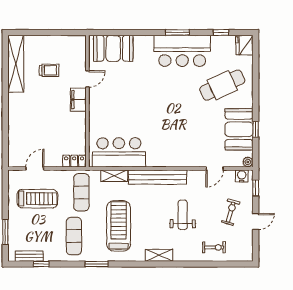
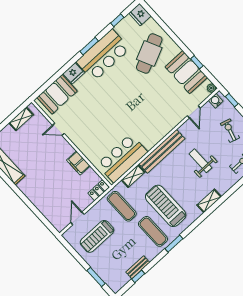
shelving: (64, 41) -> (21, 119), added
fridge: (143, 43) -> (74, 73), added
trolley: (49, 70) -> (29, 147), removed
door: (87, 79) -> (58, 129), swing flipped
filing cabinet: (78, 100) -> (78, 163), moved
treadmill: (37, 199) -> (97, 236), turned 180
exercise mat: (74, 236) -> (153, 231), moved
bench: (29, 256) -> (138, 267), moved

